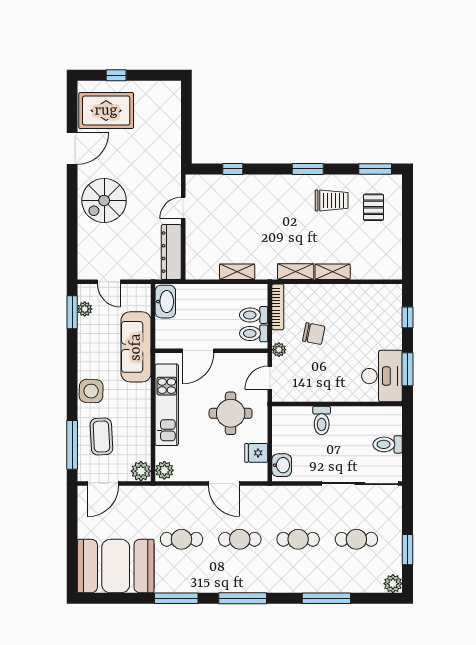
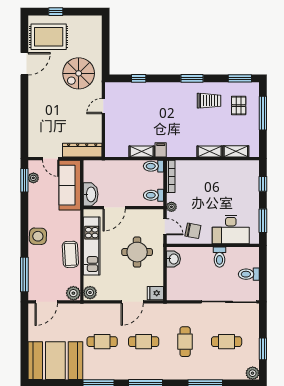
spiral stairs: (104, 201) -> (79, 73), moved
window: (408, 218) -> (263, 113), added
dresser: (171, 252) -> (82, 150), moved, turned 90
filing cabinet: (264, 270) -> (161, 150), added
shelving: (296, 272) -> (236, 151), moved
washbasin: (165, 302) -> (91, 194), moved
toilet: (254, 315) -> (153, 166), moved
chair: (314, 334) -> (193, 231), moved
sofa: (136, 347) -> (70, 185), moved
desk: (382, 376) -> (231, 229), moved, turned 90
door: (270, 378) -> (165, 227), swing flipped
toilet: (322, 420) -> (219, 257), moved
coffee table: (101, 436) -> (70, 254), moved
fridge: (256, 453) -> (155, 293), moved
washbasin: (282, 465) -> (173, 259), moved
door: (224, 484) -> (132, 302), hinge flipped
cafe table: (298, 539) -> (185, 342), turned 90

